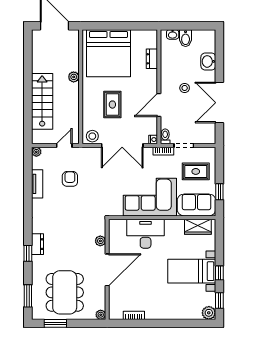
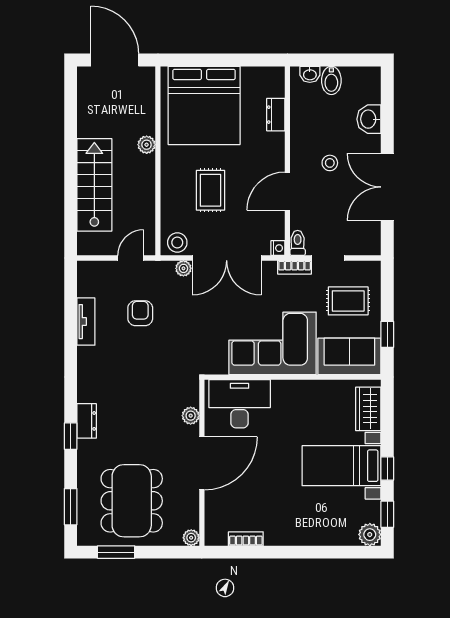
plant: (36, 152) -> (183, 268), moved
wardrobe: (198, 227) -> (368, 409), moved, turned 90
desk: (146, 234) -> (240, 404), moved

